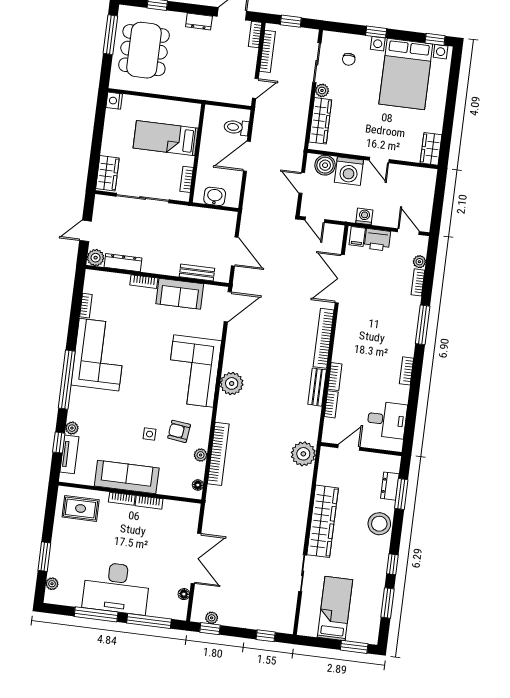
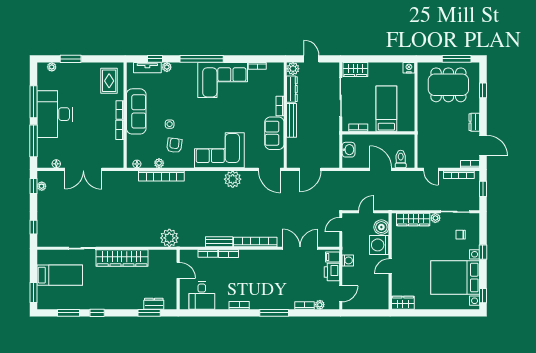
bench: (197, 272) -> (292, 120), moved, width x1.36
plant: (232, 383) -> (233, 179), moved
stool: (379, 524) -> (125, 300), removed

